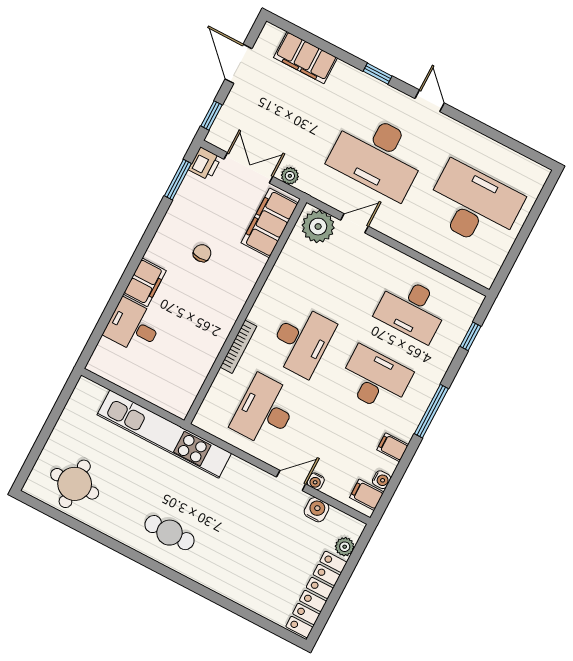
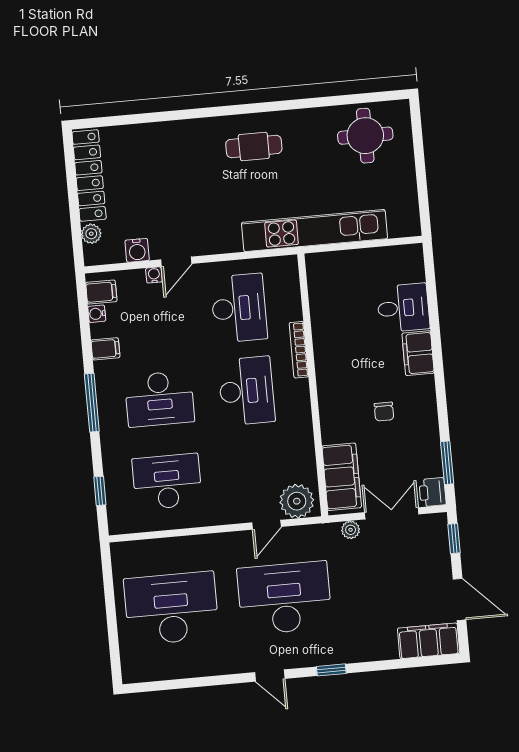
filing cabinet: (305, 58) -> (429, 641), moved
double door: (248, 168) -> (392, 513), swing flipped
desk: (474, 205) -> (171, 608), turned 180
desk: (301, 341) -> (246, 391), turned 180

